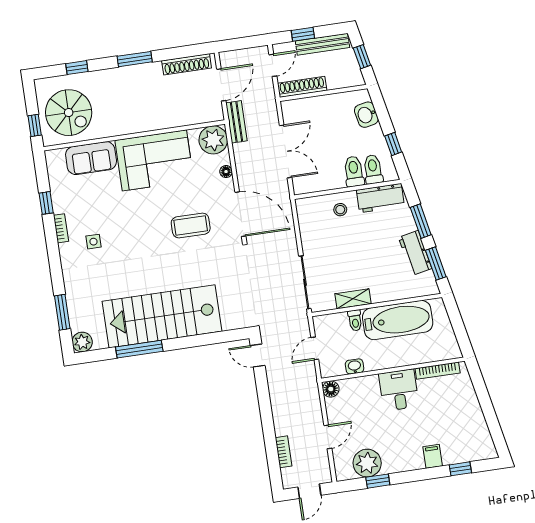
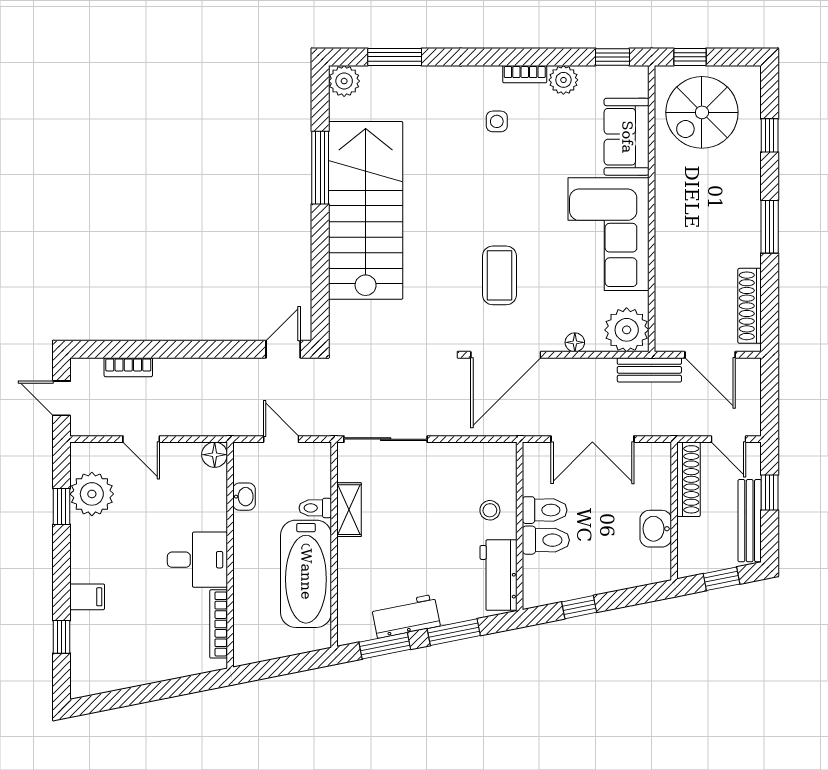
washbasin: (366, 115) -> (656, 529), moved, turned -79
toilet: (373, 169) -> (545, 510), moved
window: (46, 203) -> (612, 57), moved
plant: (61, 203) -> (563, 80), added

